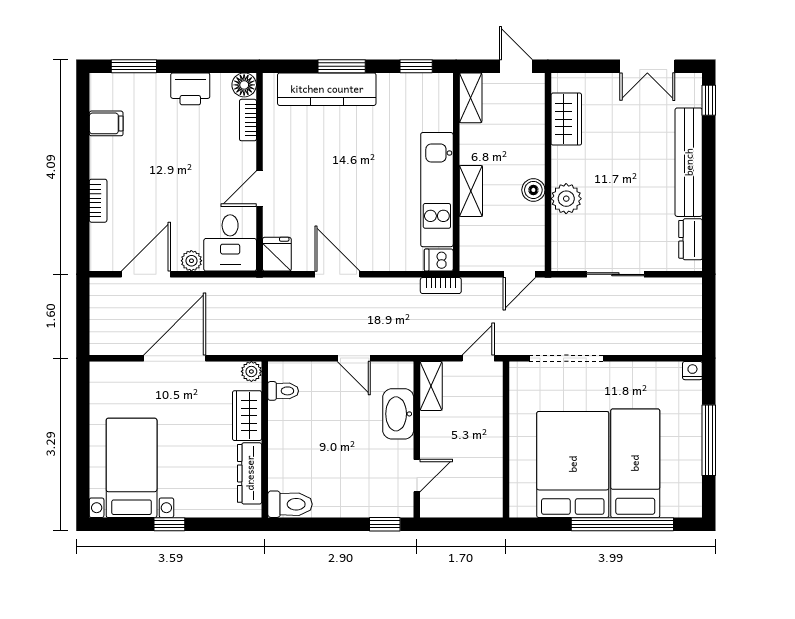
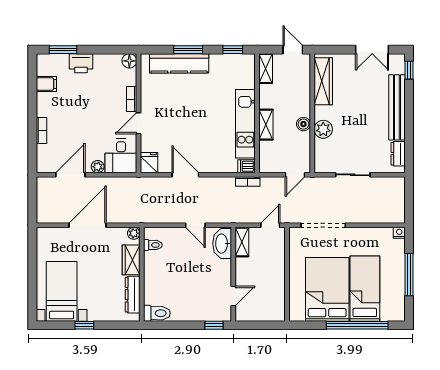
printer: (190, 89) -> (81, 63), moved
wardrobe: (566, 119) -> (323, 81), width x1.50
bookcase: (248, 120) -> (132, 99), moved
washbasin: (398, 414) -> (222, 244), moved

